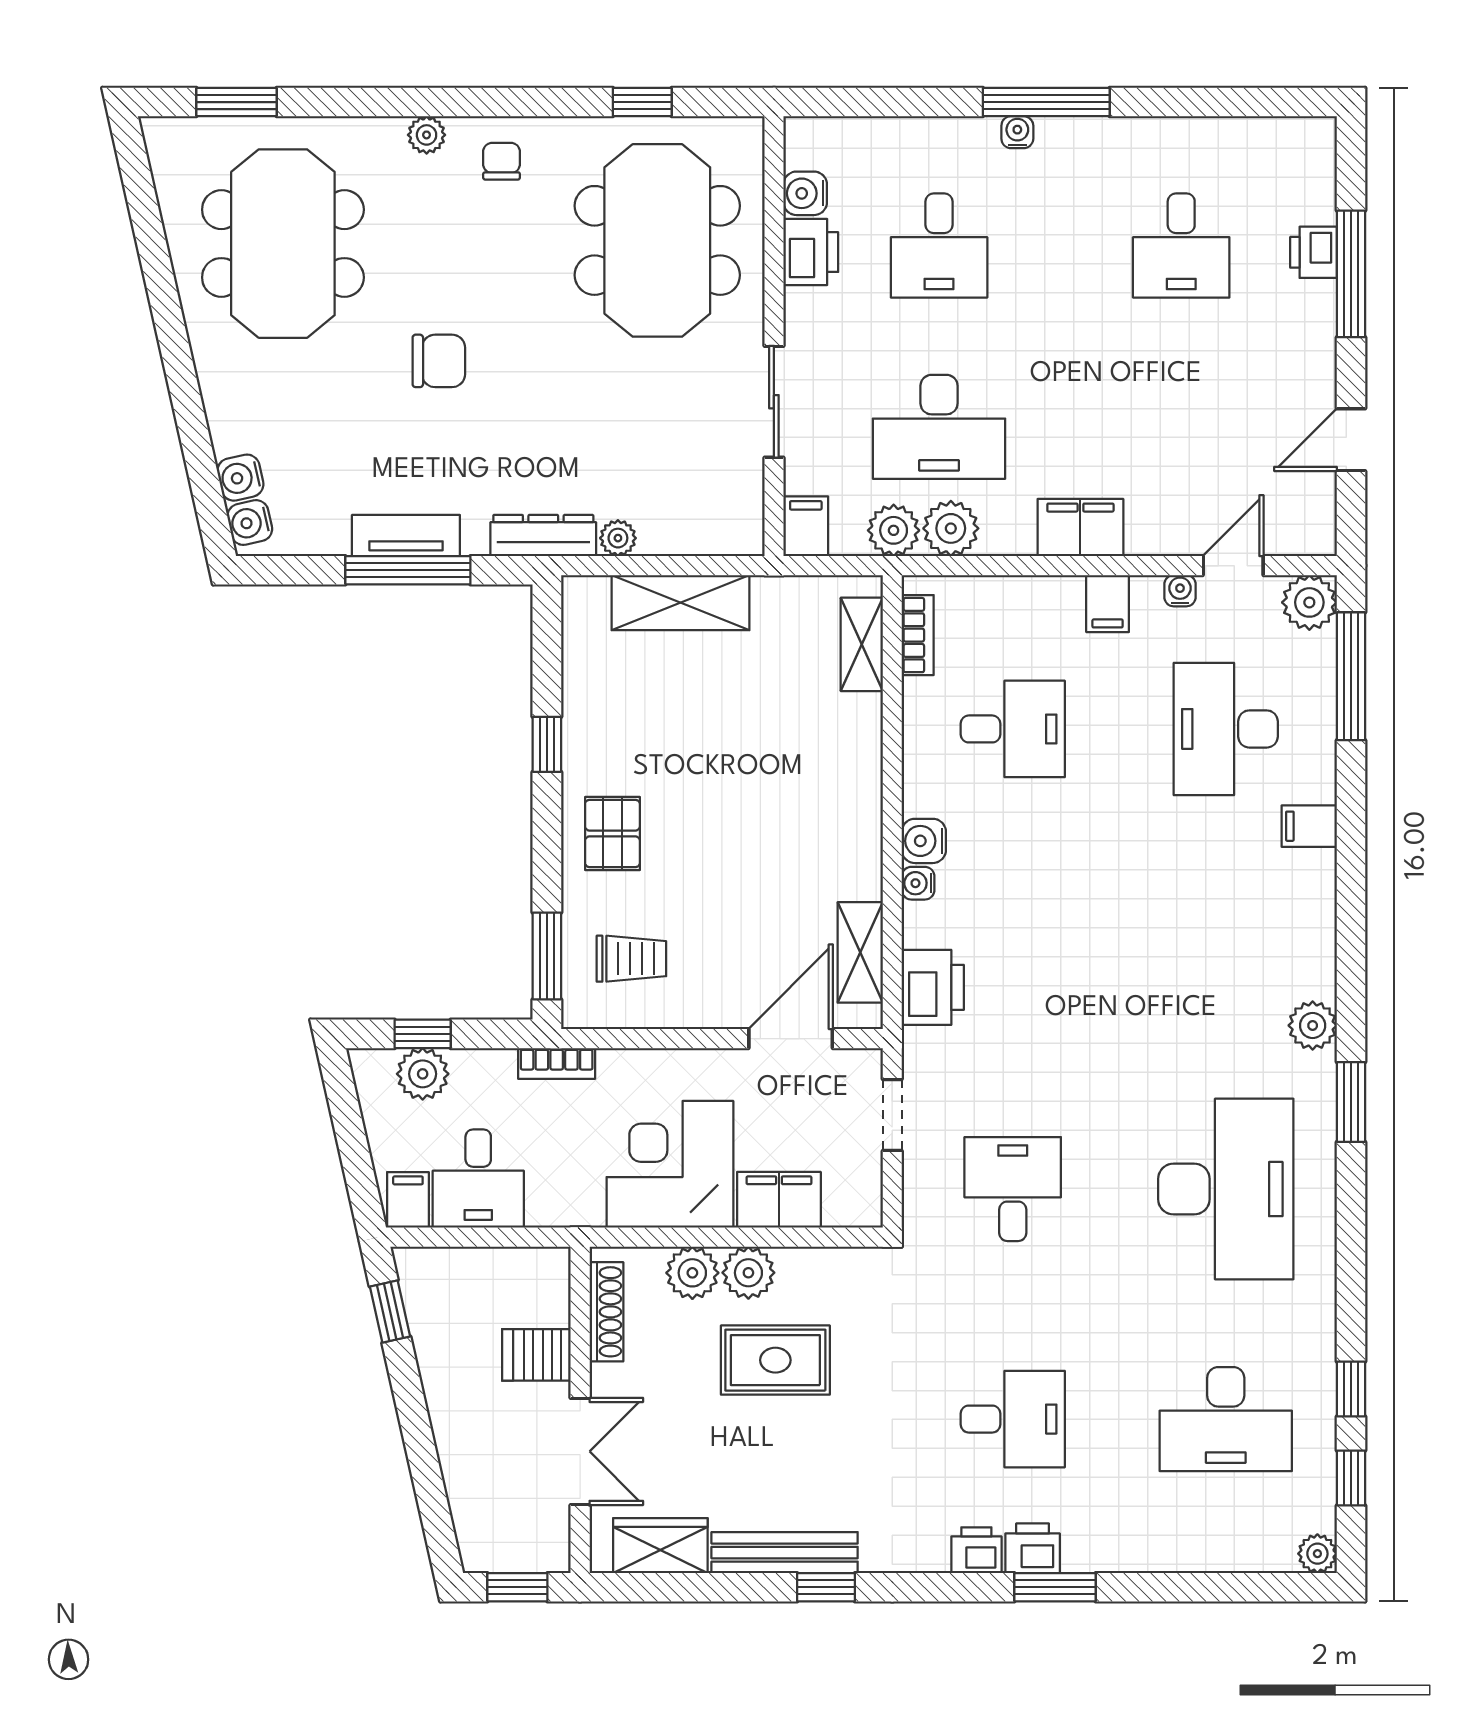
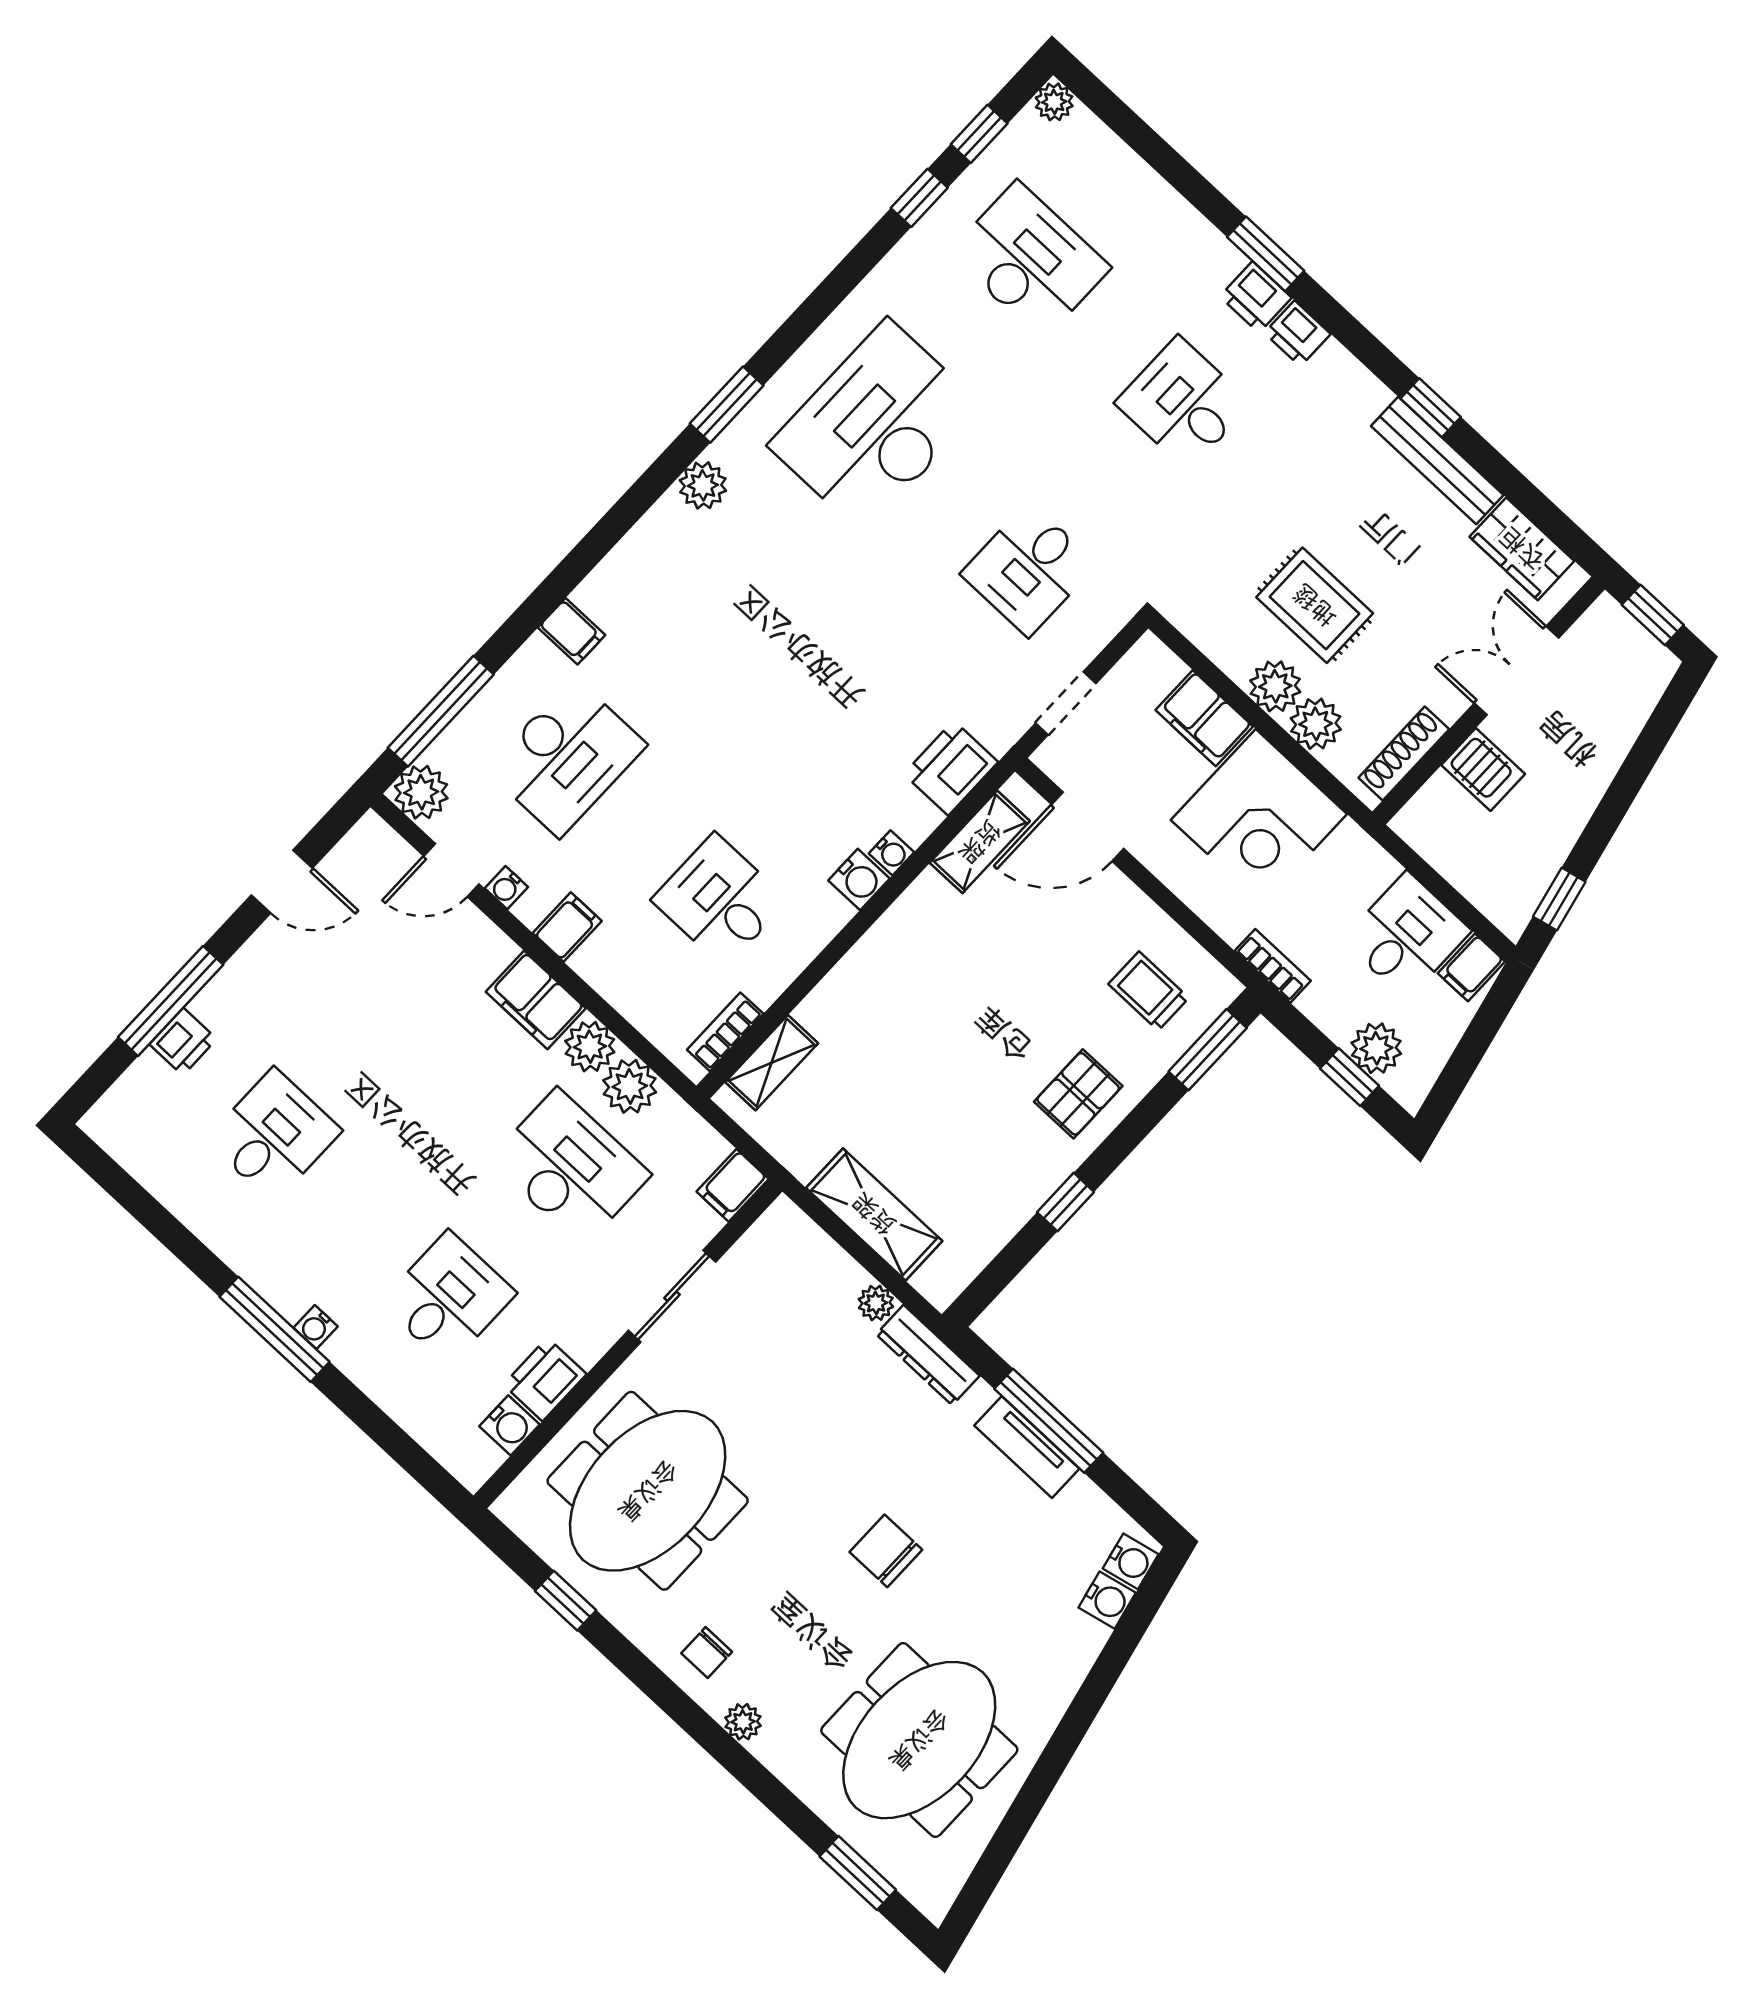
plant: (894, 530) -> (590, 1047), moved

